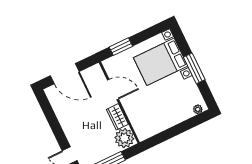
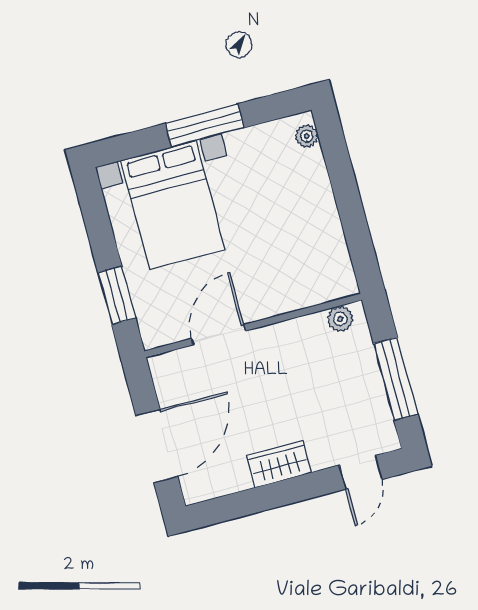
wardrobe: (117, 117) -> (279, 464), moved, turned 180
plant: (124, 138) -> (340, 319), width x0.53, depth x0.53

